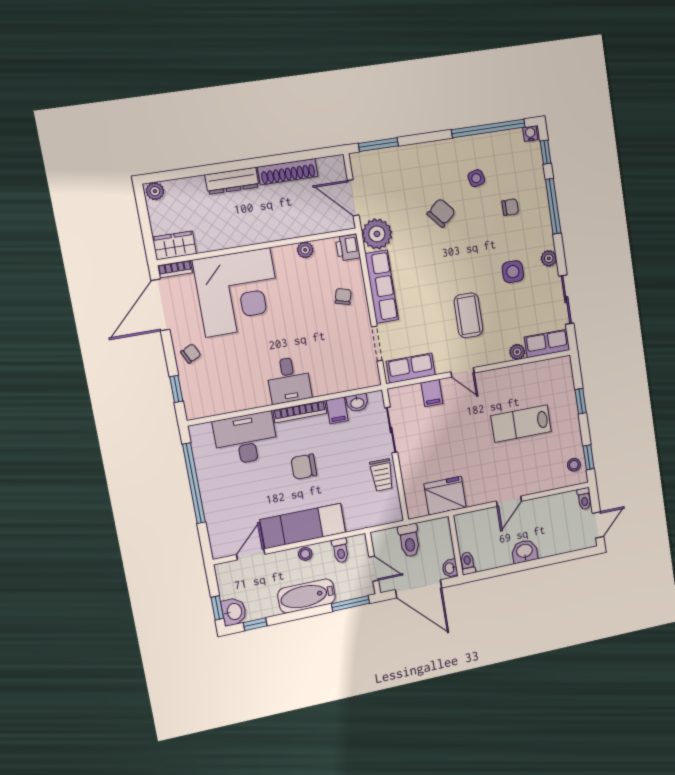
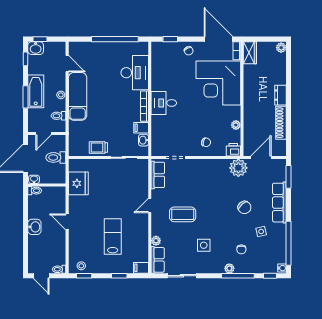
dresser: (232, 181) -> (280, 95), width x0.70
plant: (549, 258) -> (229, 268), moved
row of seats: (382, 287) -> (279, 203), moved, turned 90
filing cabinet: (432, 393) -> (141, 268), moved
chair: (304, 467) -> (112, 103), removed
window: (351, 604) -> (25, 97), moved

